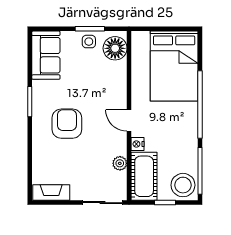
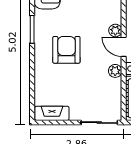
plant: (120, 103) -> (115, 30), added
plant: (120, 163) -> (115, 71), moved

